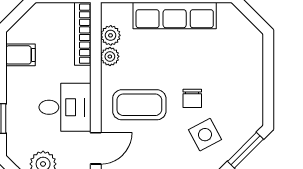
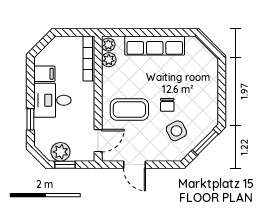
plant: (110, 56) -> (108, 45), moved
desk: (65, 107) -> (52, 100), moved, turned 180

